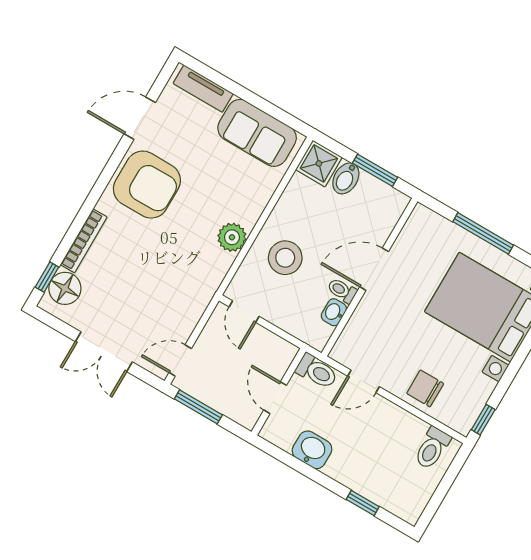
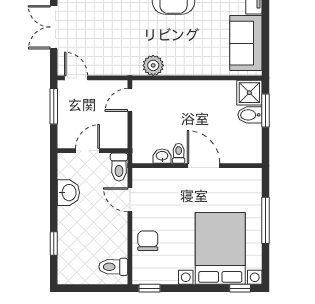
window: (375, 170) -> (266, 110), moved
plant: (232, 237) -> (153, 65), moved
stool: (285, 258) -> (178, 106), removed

